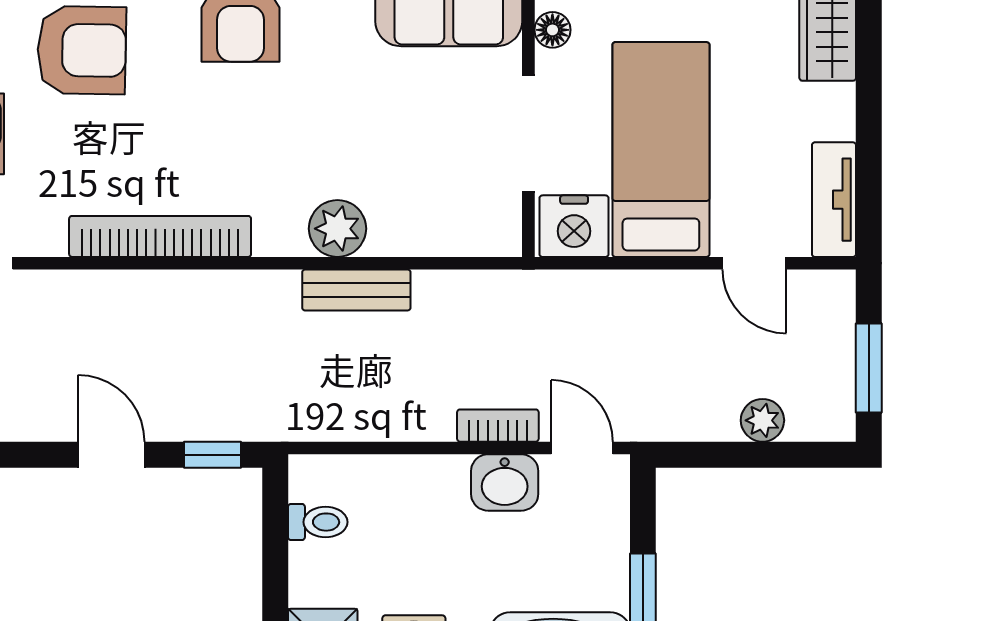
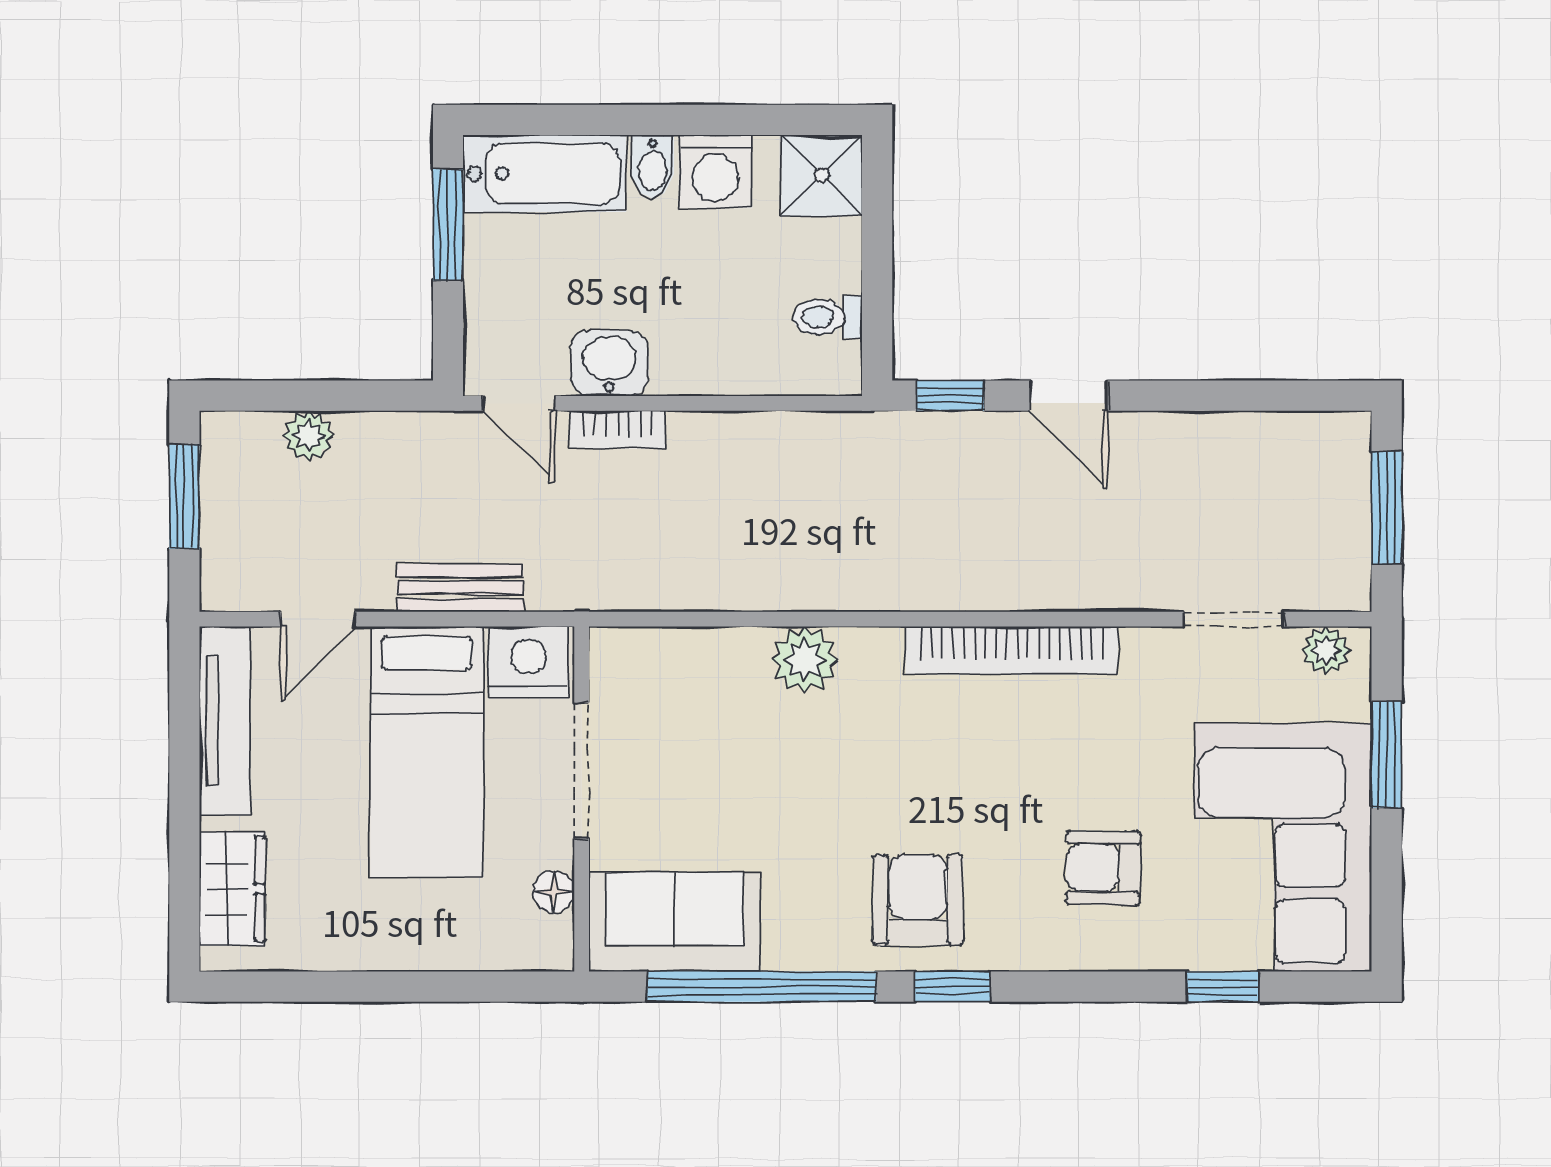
armchair: (82, 50) -> (1103, 868), width x0.72, depth x0.72
tv unit: (834, 200) -> (225, 721), width x1.41
door: (754, 263) -> (318, 619), swing flipped
bench: (356, 290) -> (460, 588), moved

